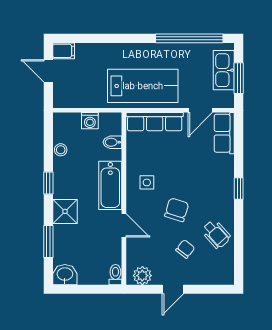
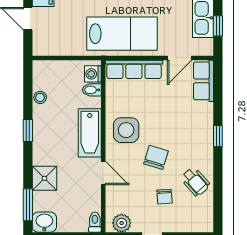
window: (239, 78) -> (218, 26), width x0.67
washing machine: (90, 121) -> (93, 74), moved, turned 90
side table: (147, 182) -> (126, 130), width x1.87, depth x1.87
shower: (65, 211) -> (44, 178), moved
window: (48, 241) -> (28, 205), moved
chair: (185, 249) -> (165, 197), turned 138

